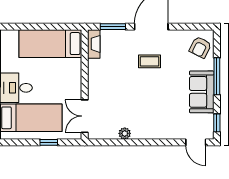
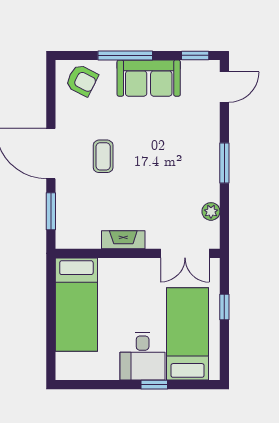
fireplace: (94, 44) -> (123, 240), moved
plant: (125, 133) -> (211, 211), moved
window: (145, 142) -> (224, 163), added

